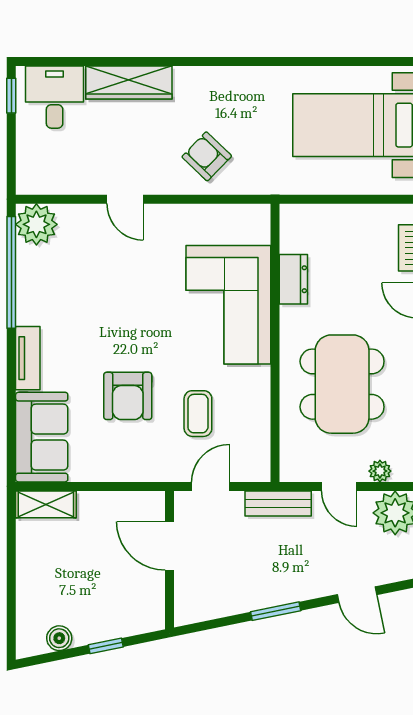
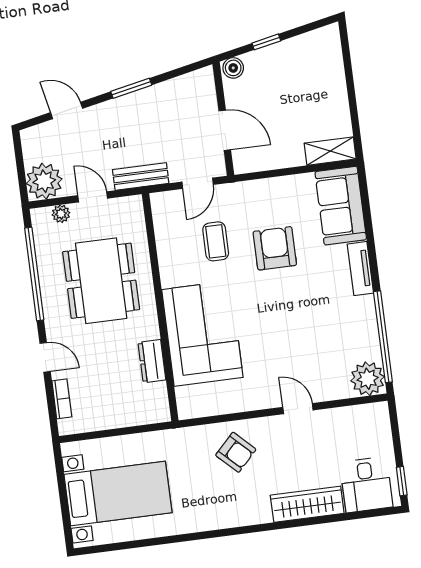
boiler: (59, 638) -> (233, 68), moved

